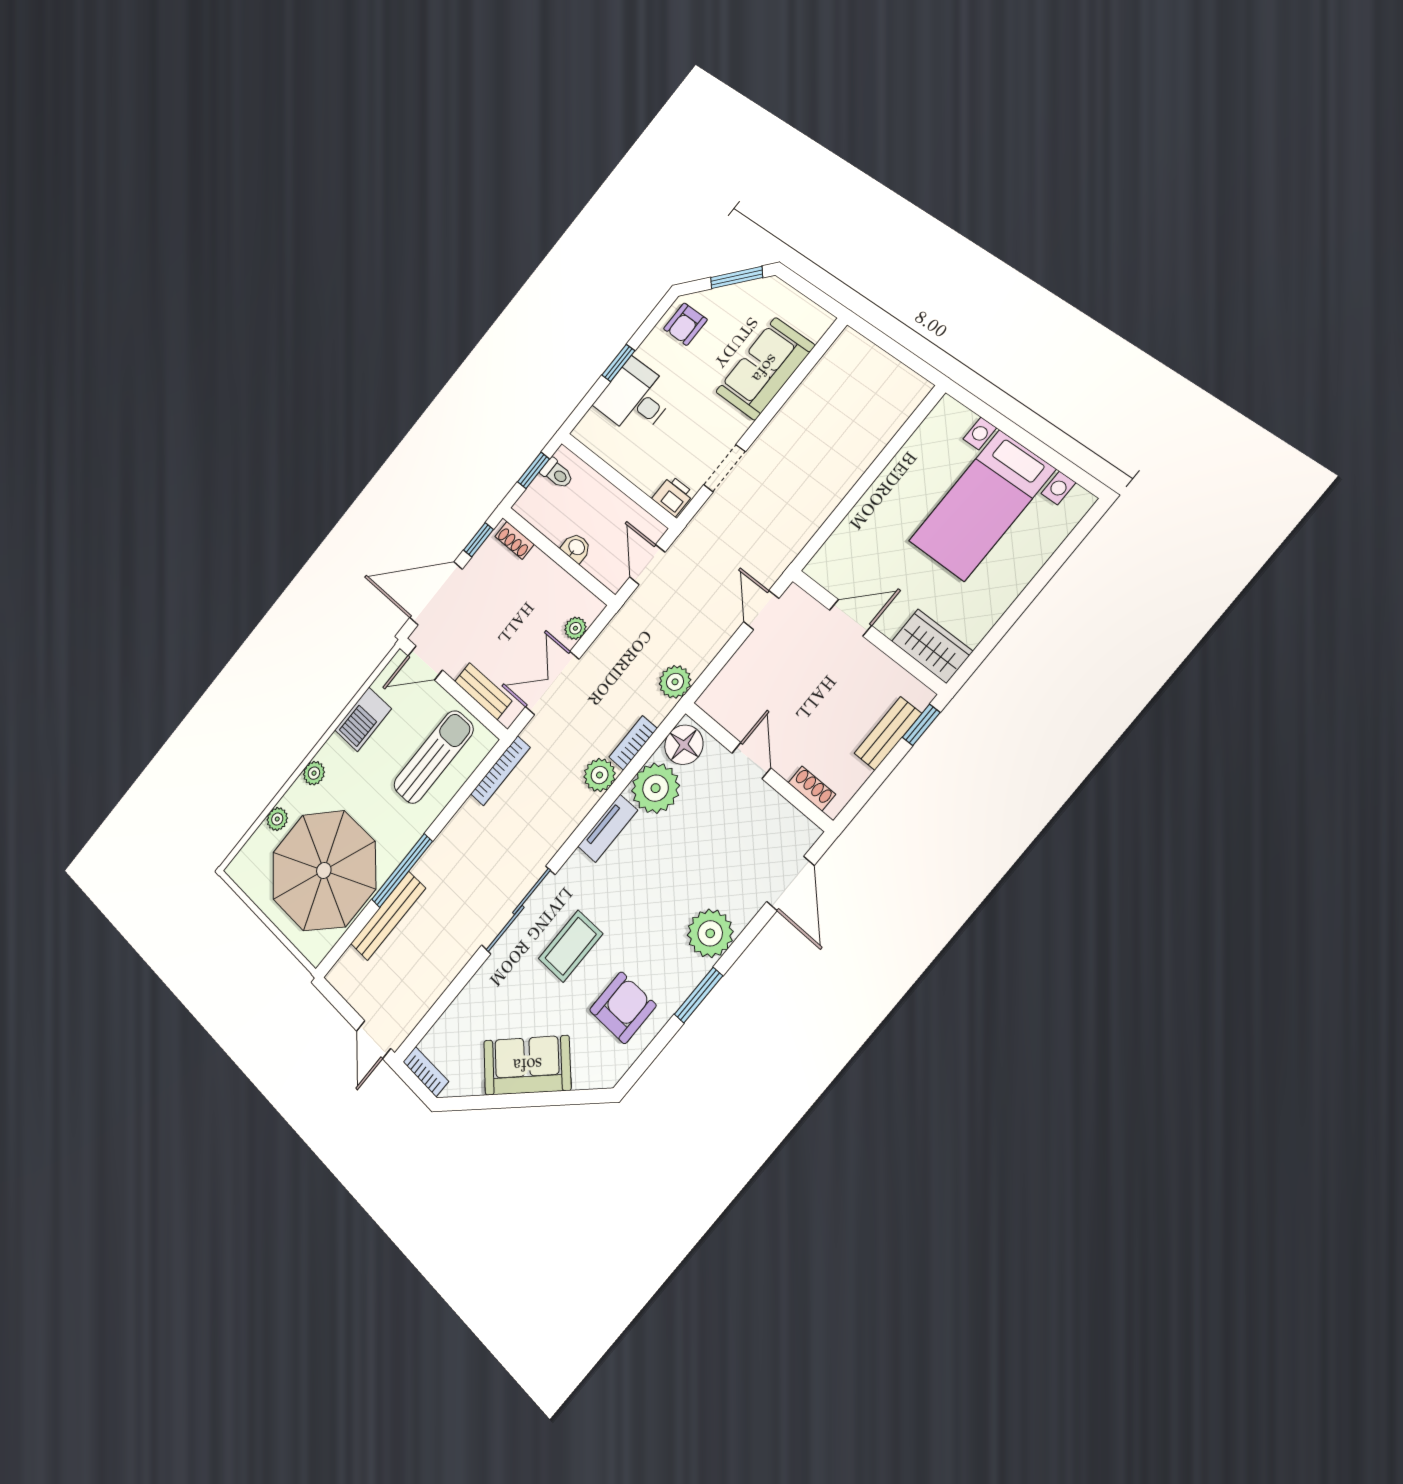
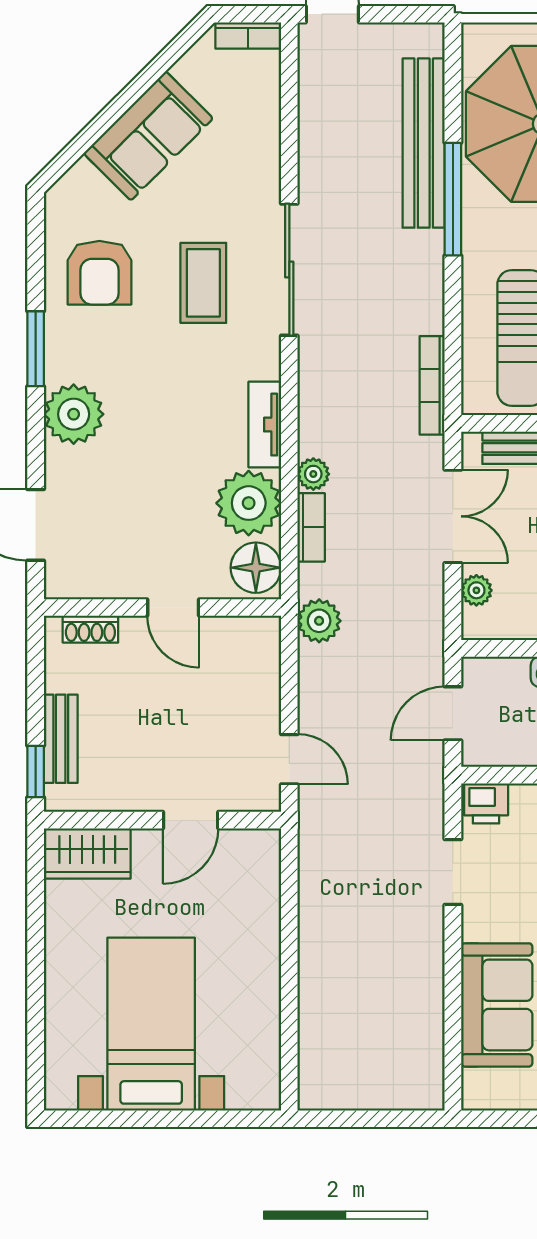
door: (647, 565) -> (453, 713), swing flipped
plant: (600, 775) -> (313, 474), width x0.73, depth x0.73
bench: (388, 916) -> (424, 143), width x1.37, depth x1.21

